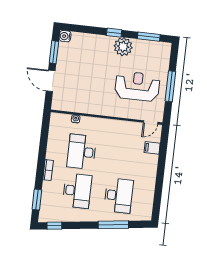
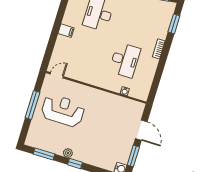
plant: (123, 47) -> (68, 153), width x0.53, depth x0.53
reception desk: (137, 86) -> (63, 111), turned 180
filing cabinet: (152, 148) -> (66, 31), moved
desk: (77, 191) -> (136, 25), removed

